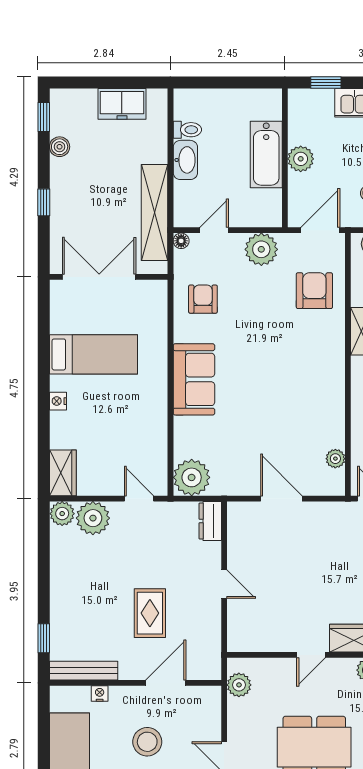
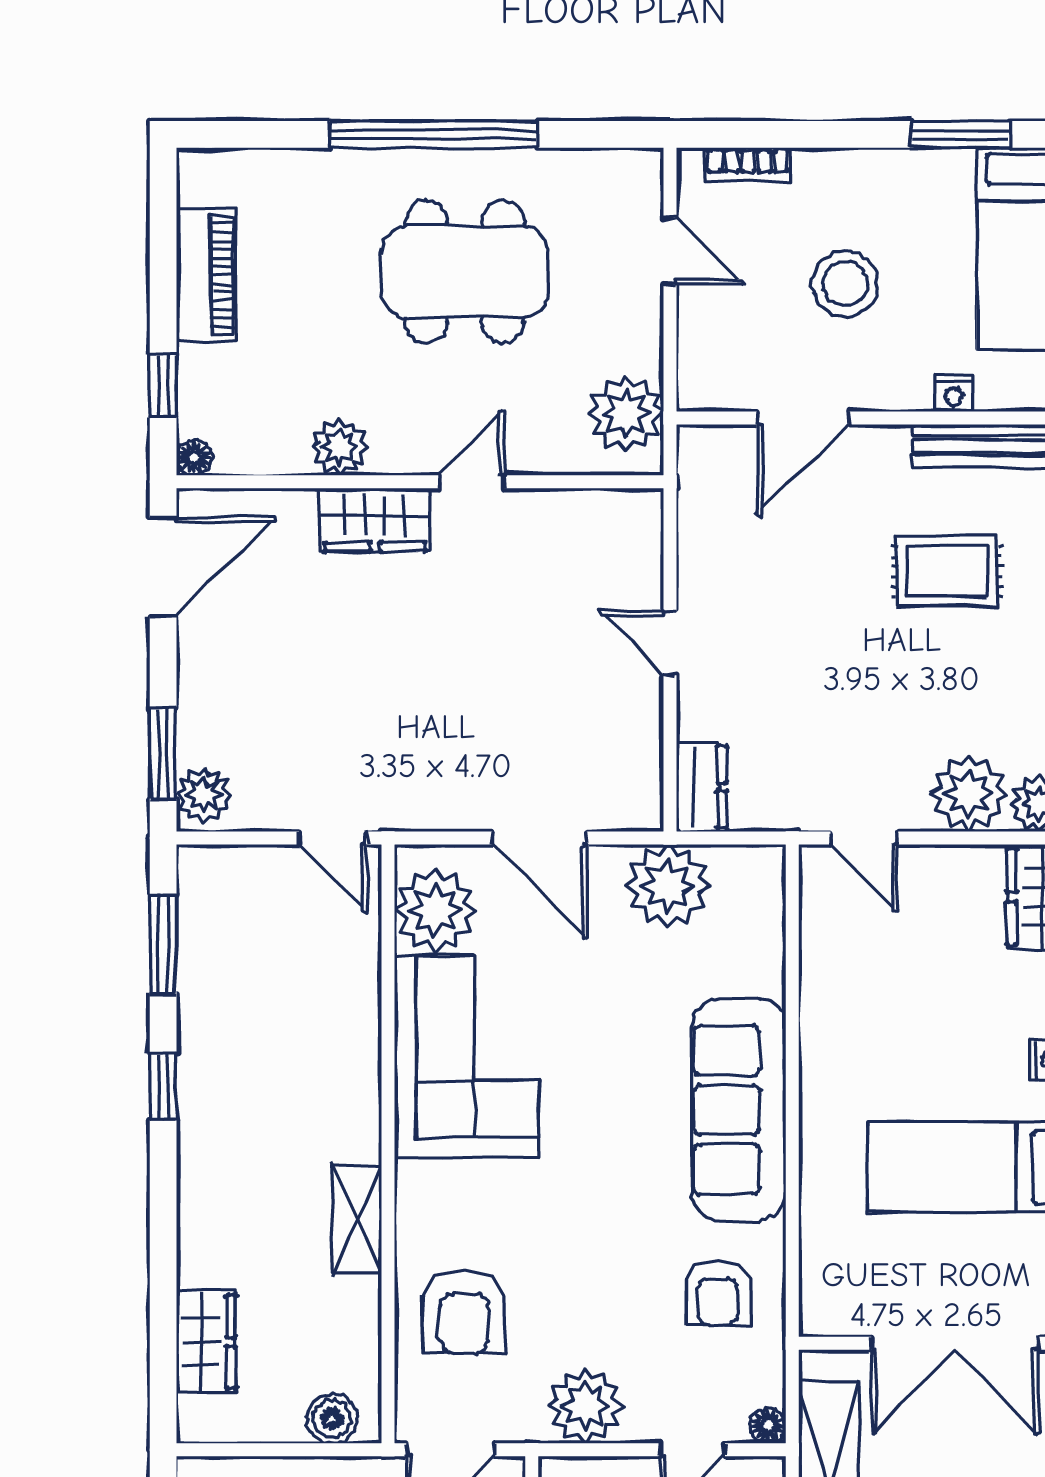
sofa: (194, 379) -> (739, 1110), width x1.36
corner sofa: (313, 403) -> (467, 1057), added
plant: (335, 459) -> (435, 910), width x1.88, depth x1.88
plant: (192, 477) -> (668, 886), moved
rug: (150, 613) -> (947, 571), moved, turned 90
plant: (239, 685) -> (626, 413), width x1.36, depth x1.36

